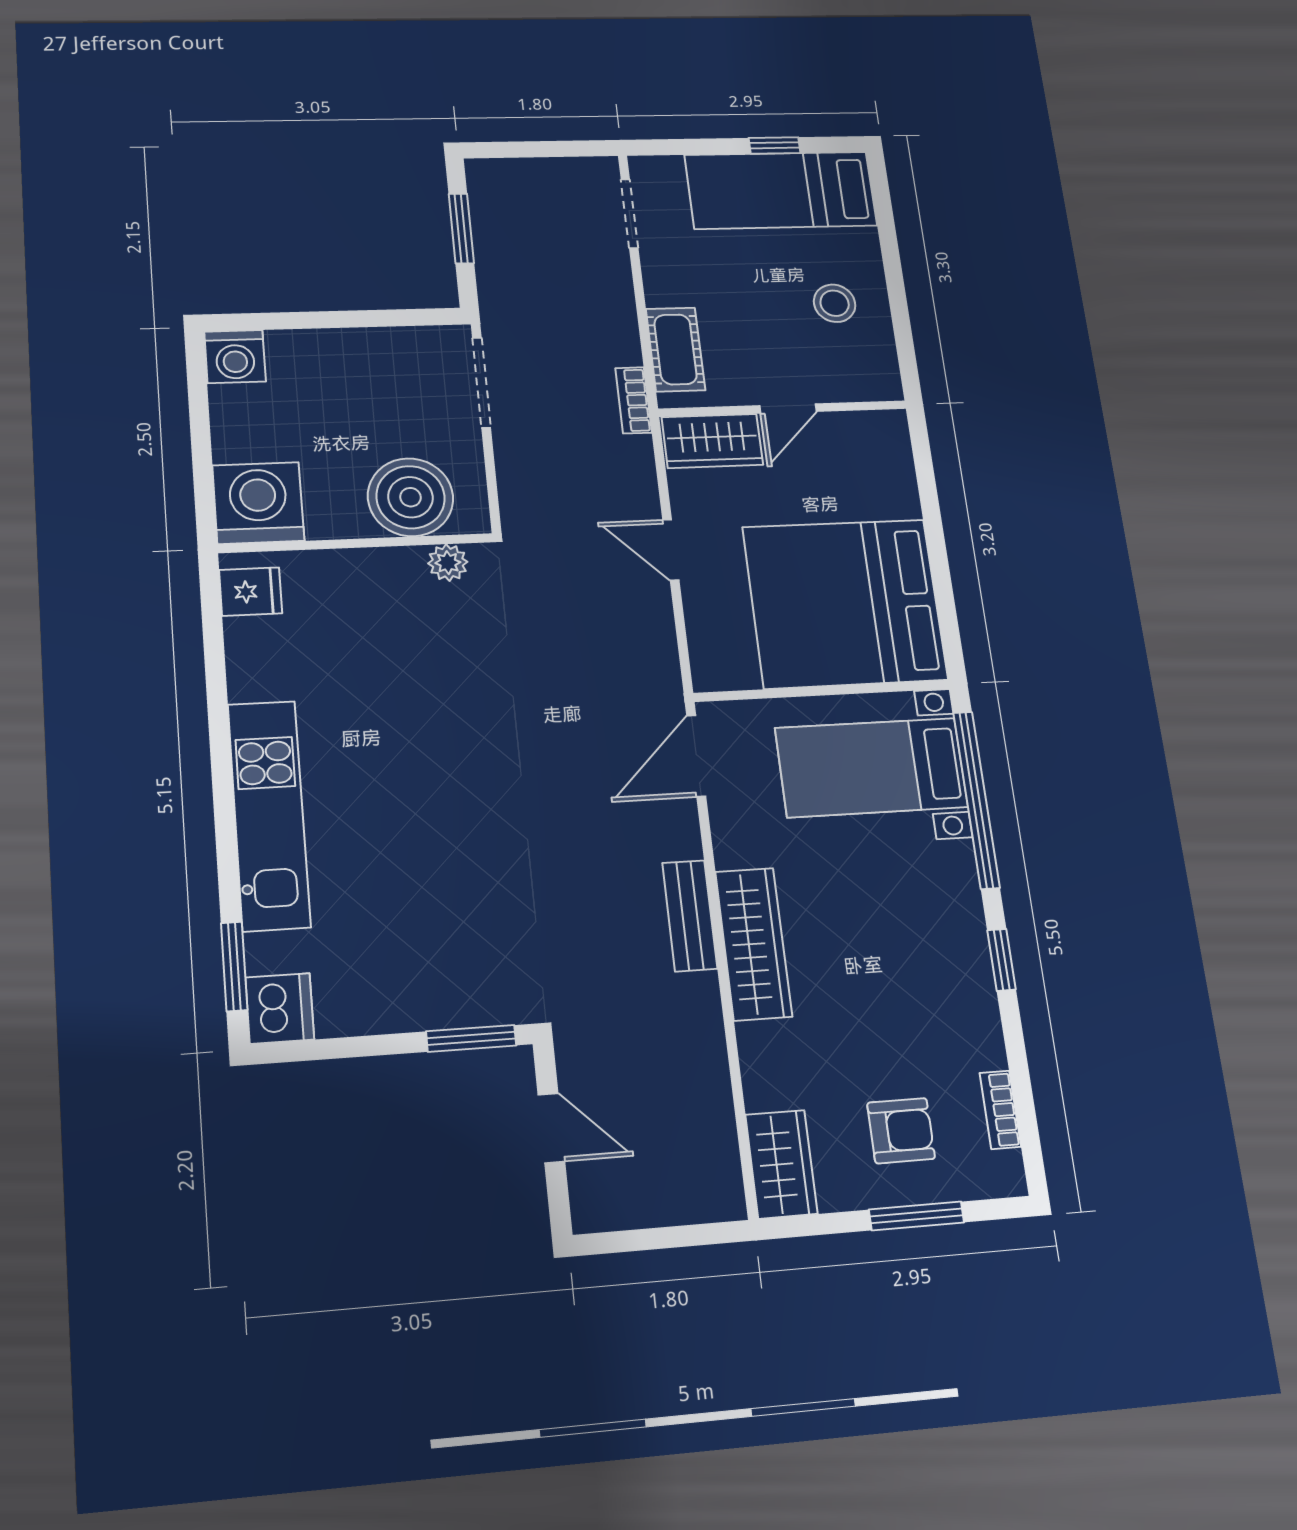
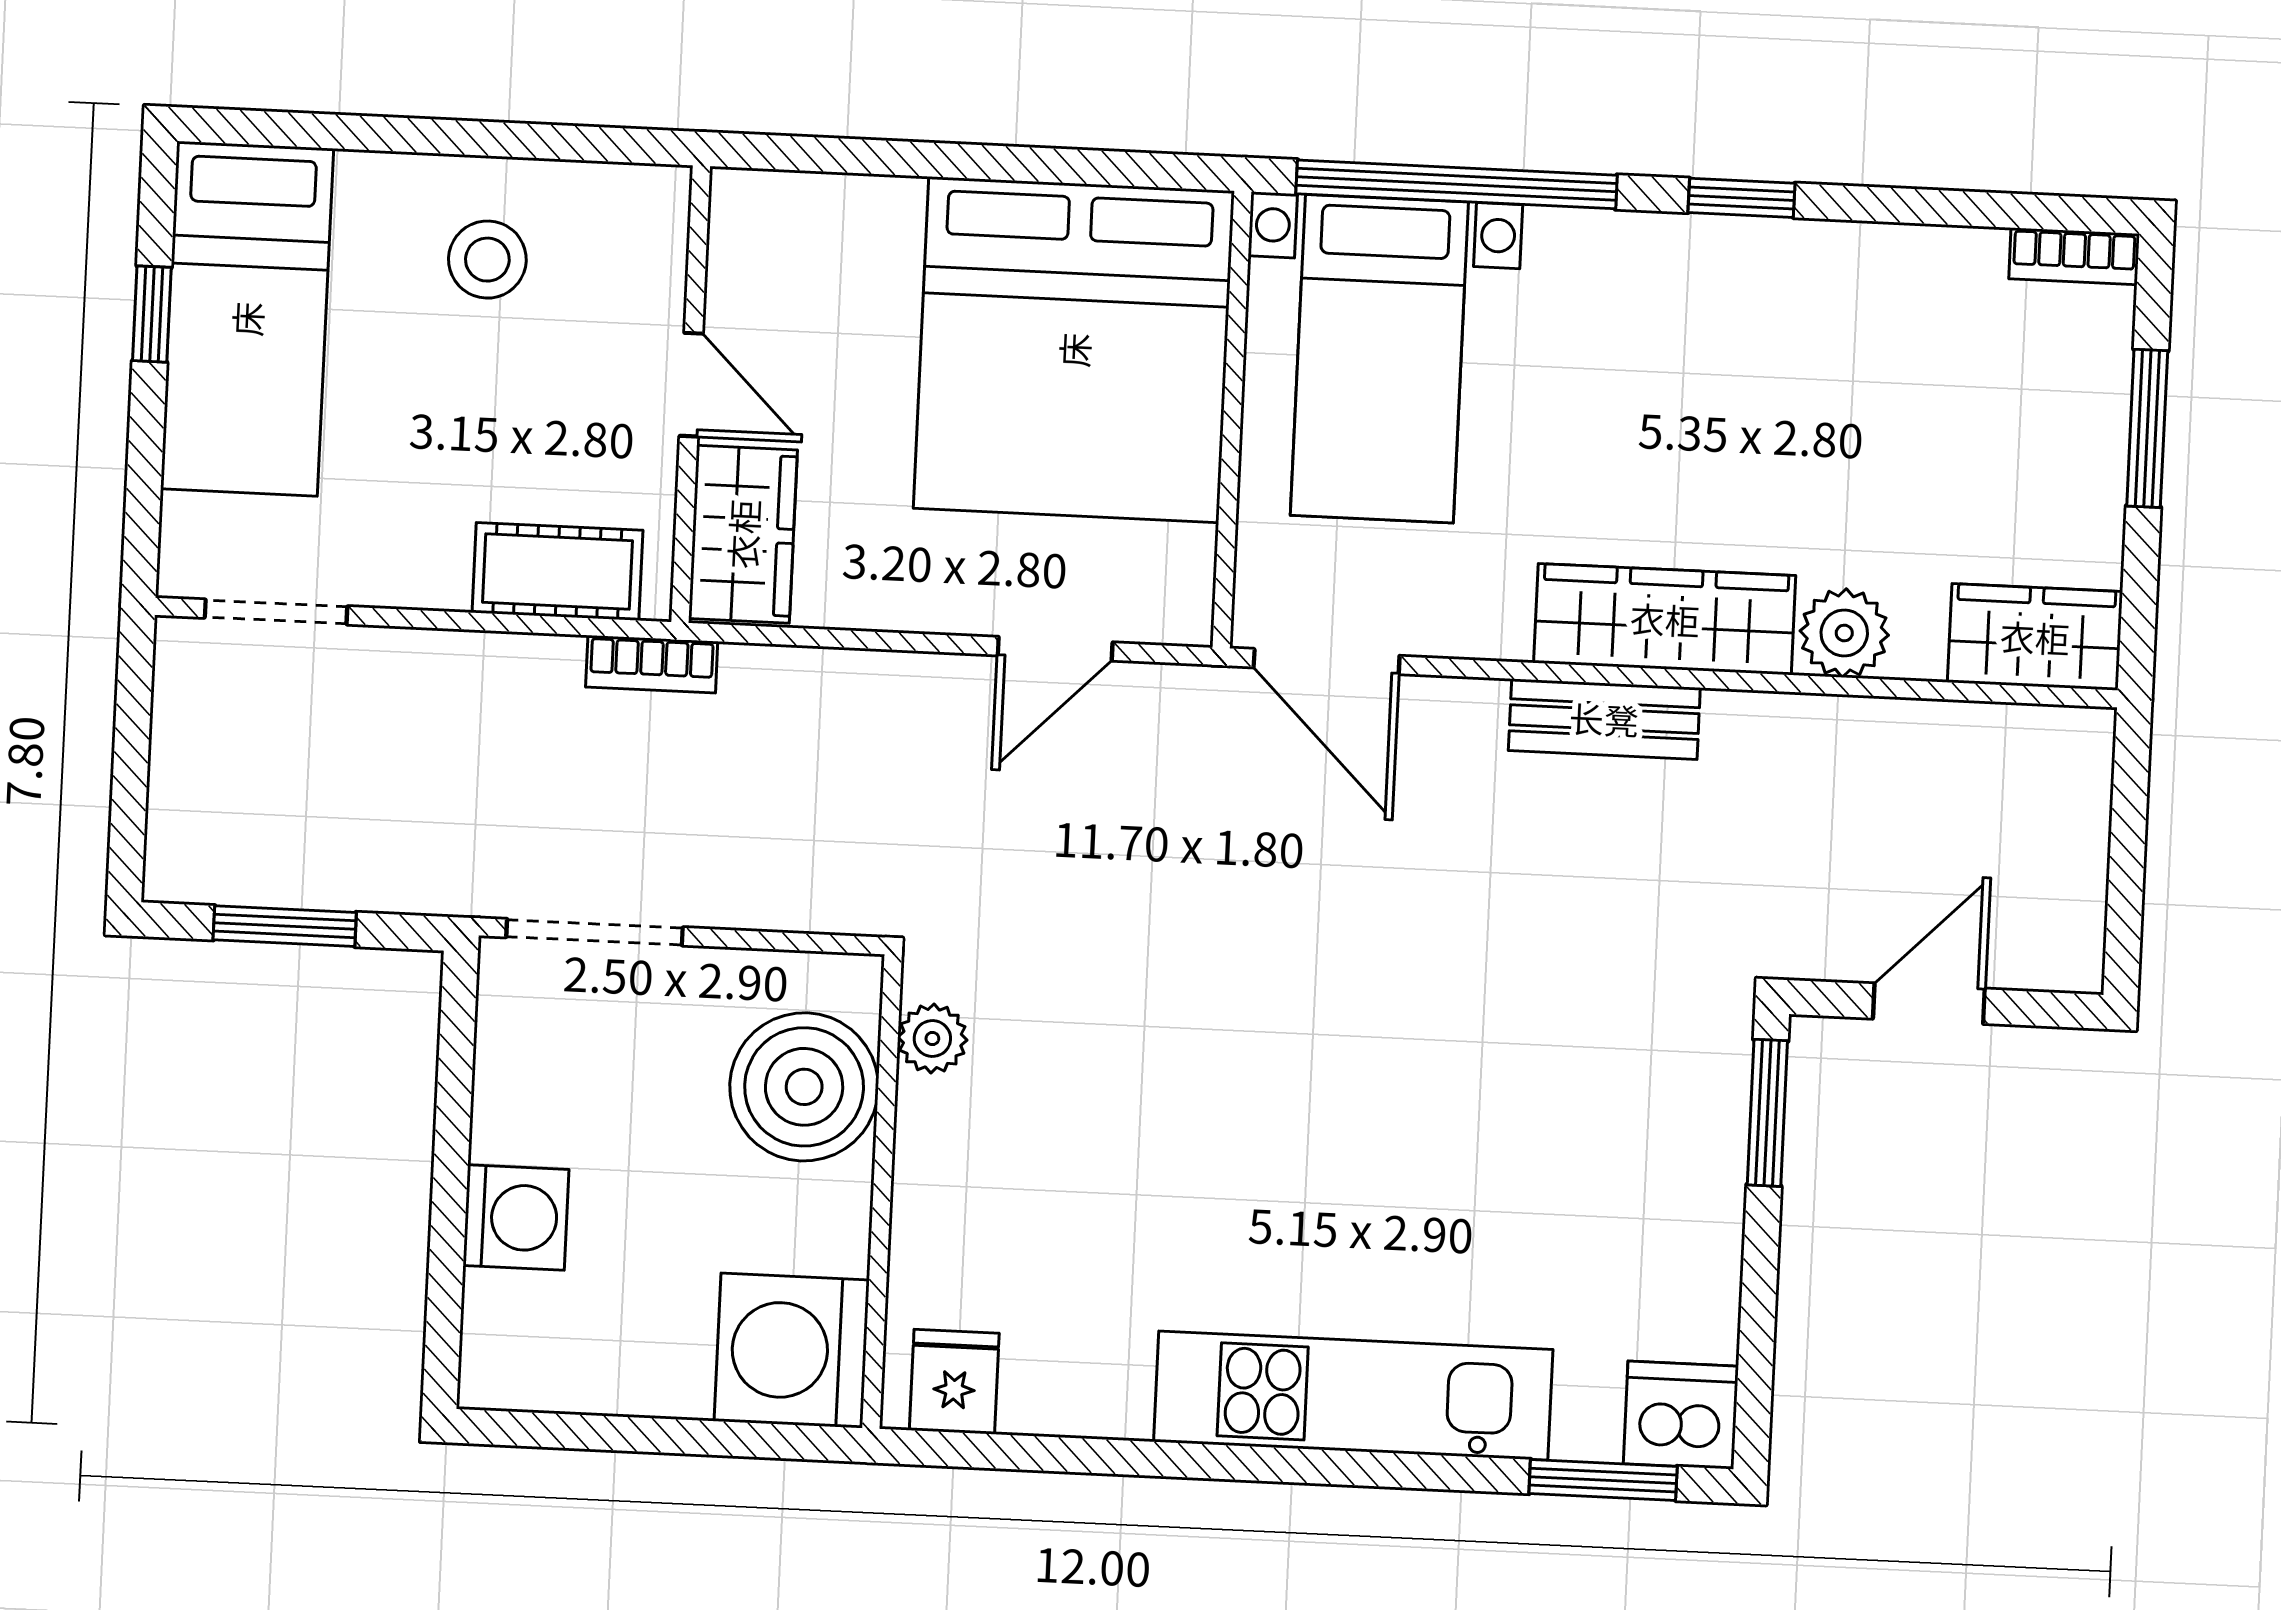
washing machine: (235, 357) -> (516, 1217), moved
door: (671, 550) -> (1055, 649), moved
plant: (764, 1050) -> (1844, 633), added
bookcase: (1000, 1110) -> (2074, 256), moved
armchair: (901, 1131) -> (2006, 427), removed

